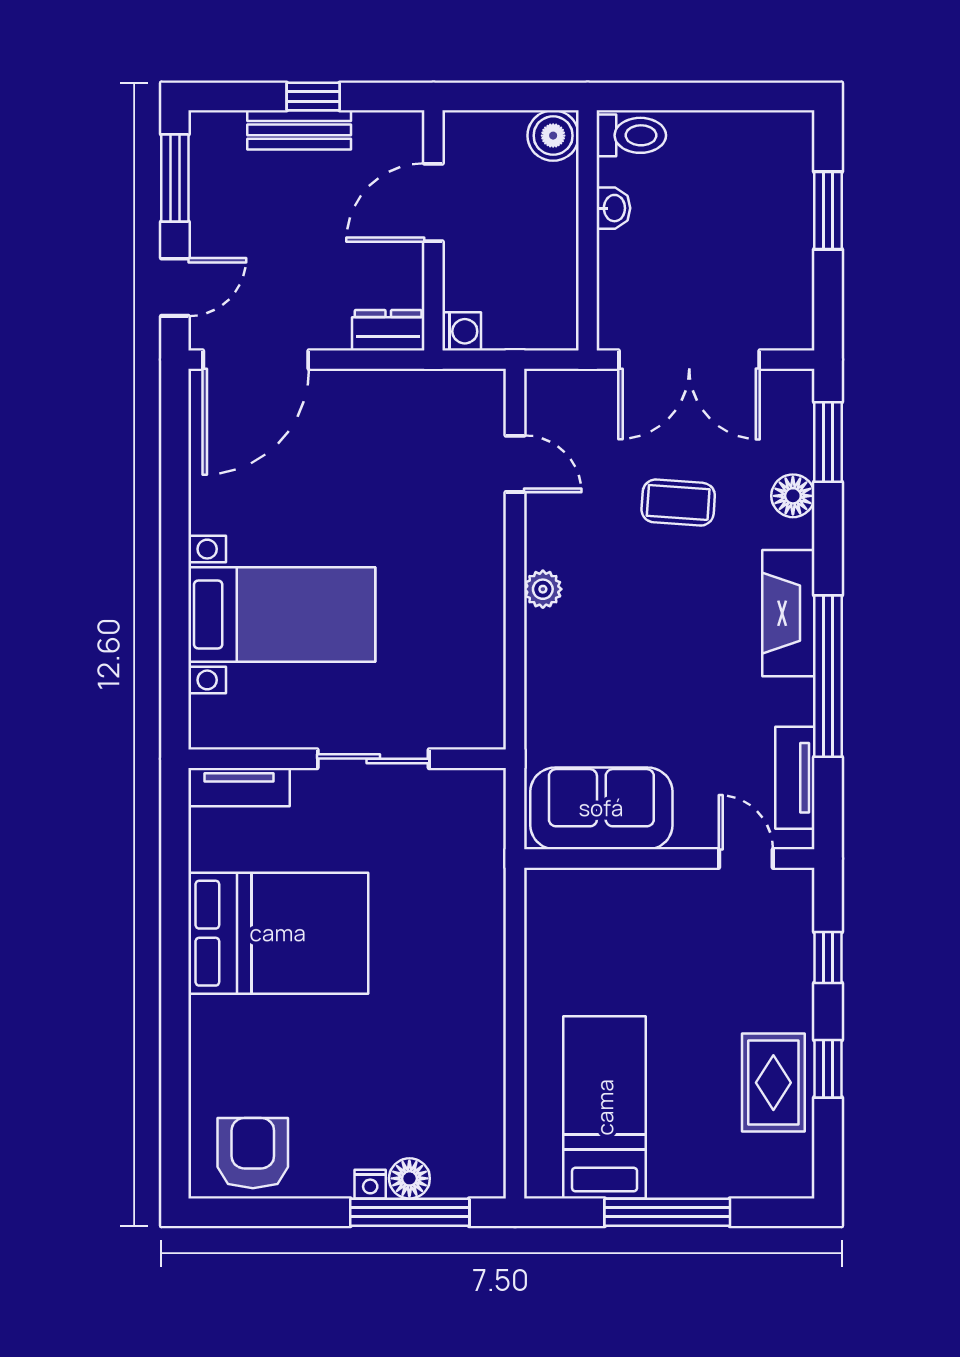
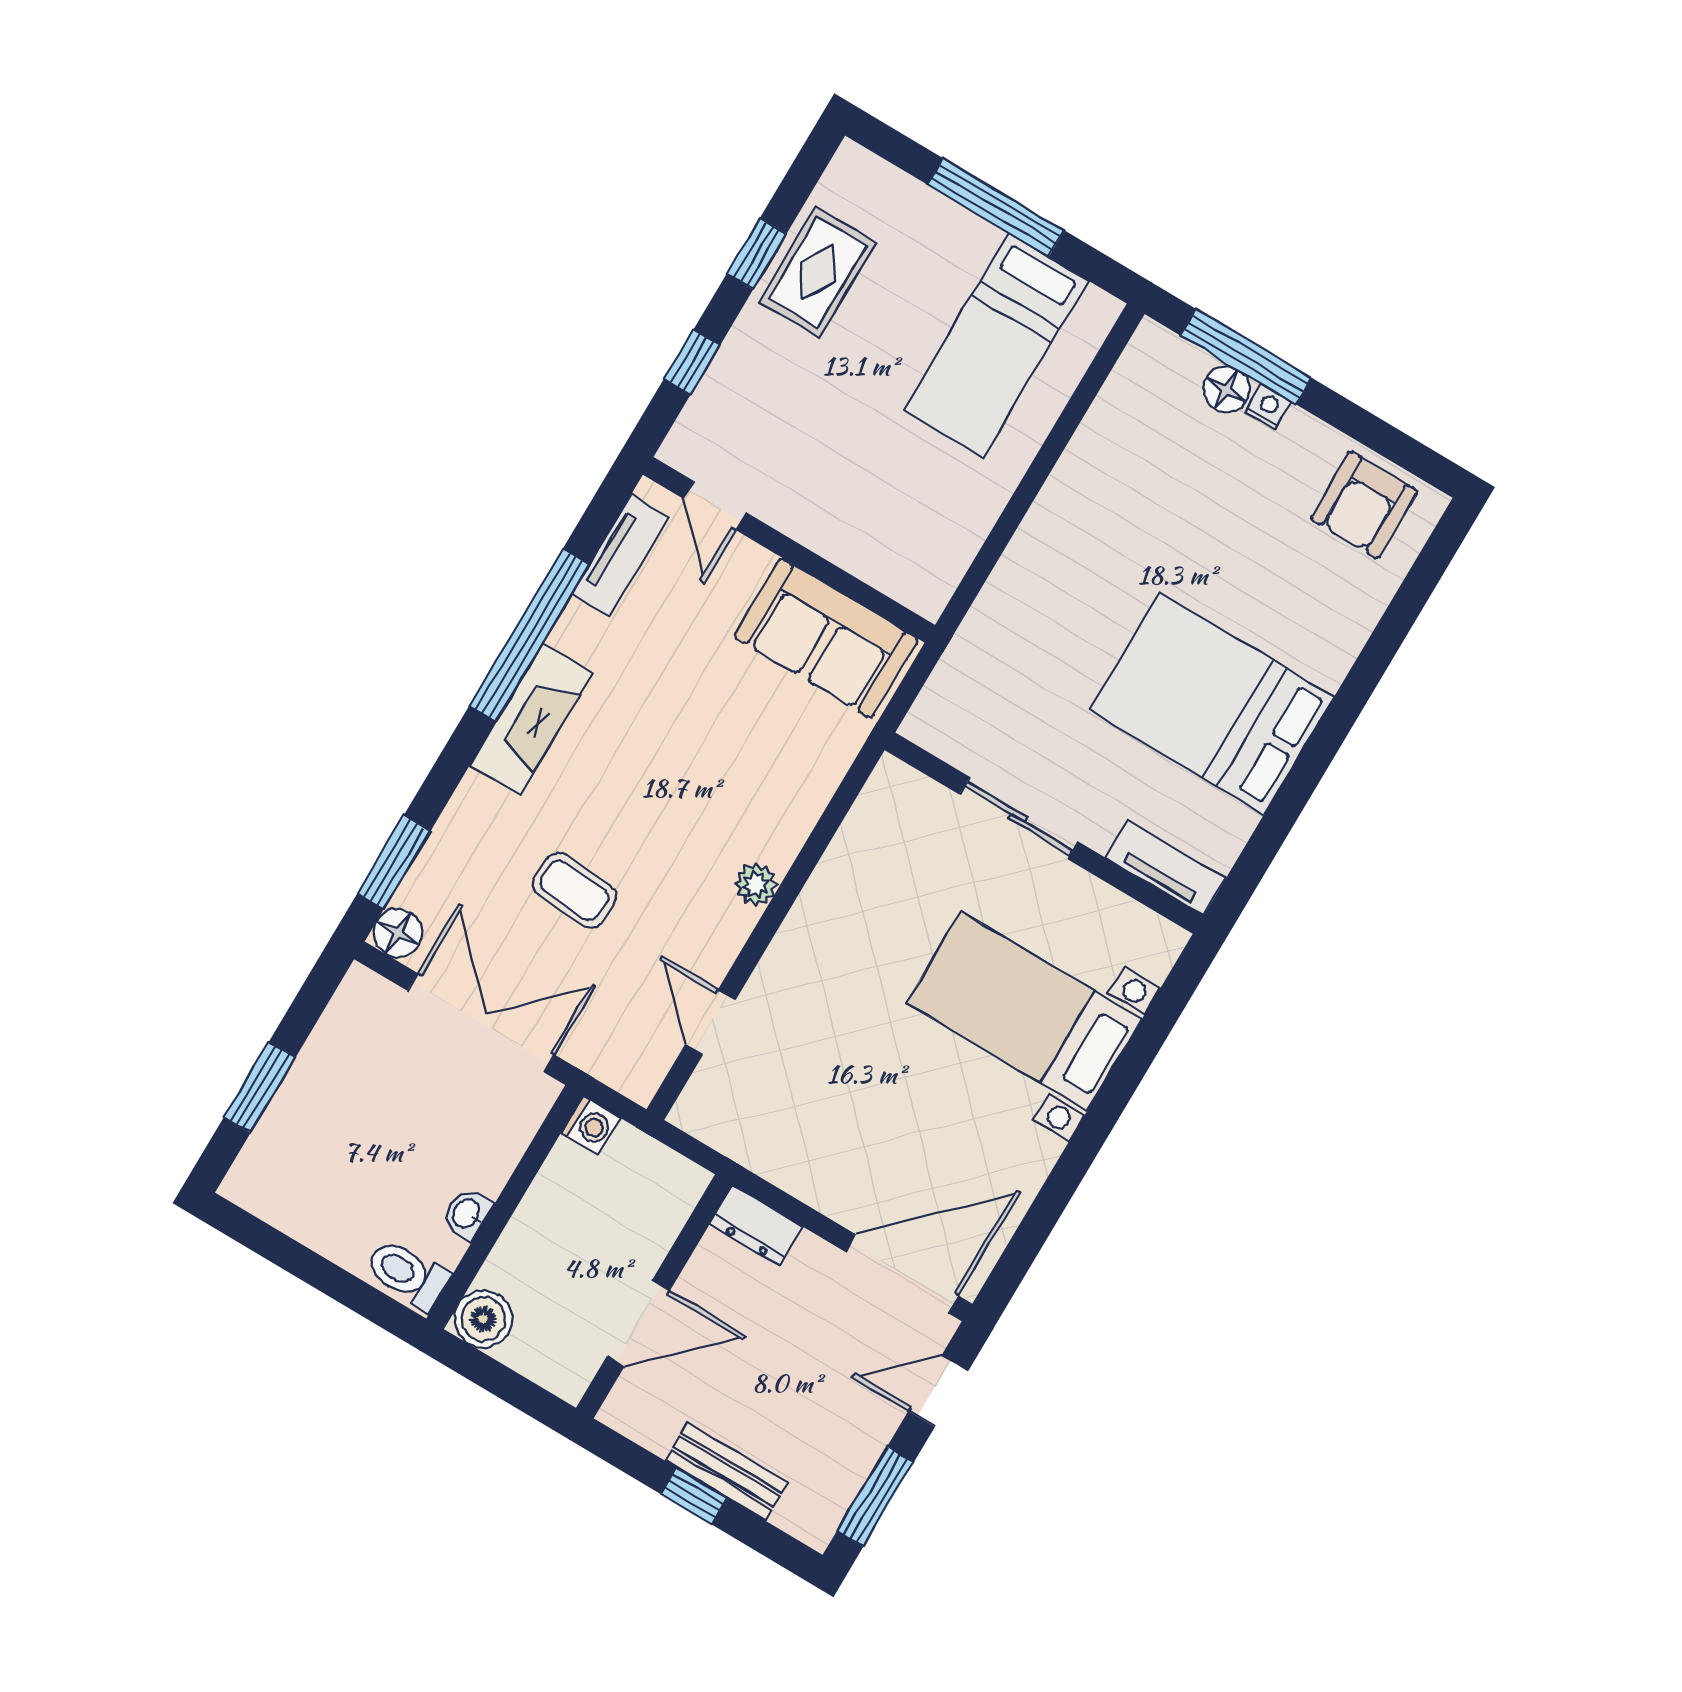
washing machine: (462, 331) -> (591, 1125), moved, turned 180
floor lamp: (793, 496) -> (398, 933), moved

